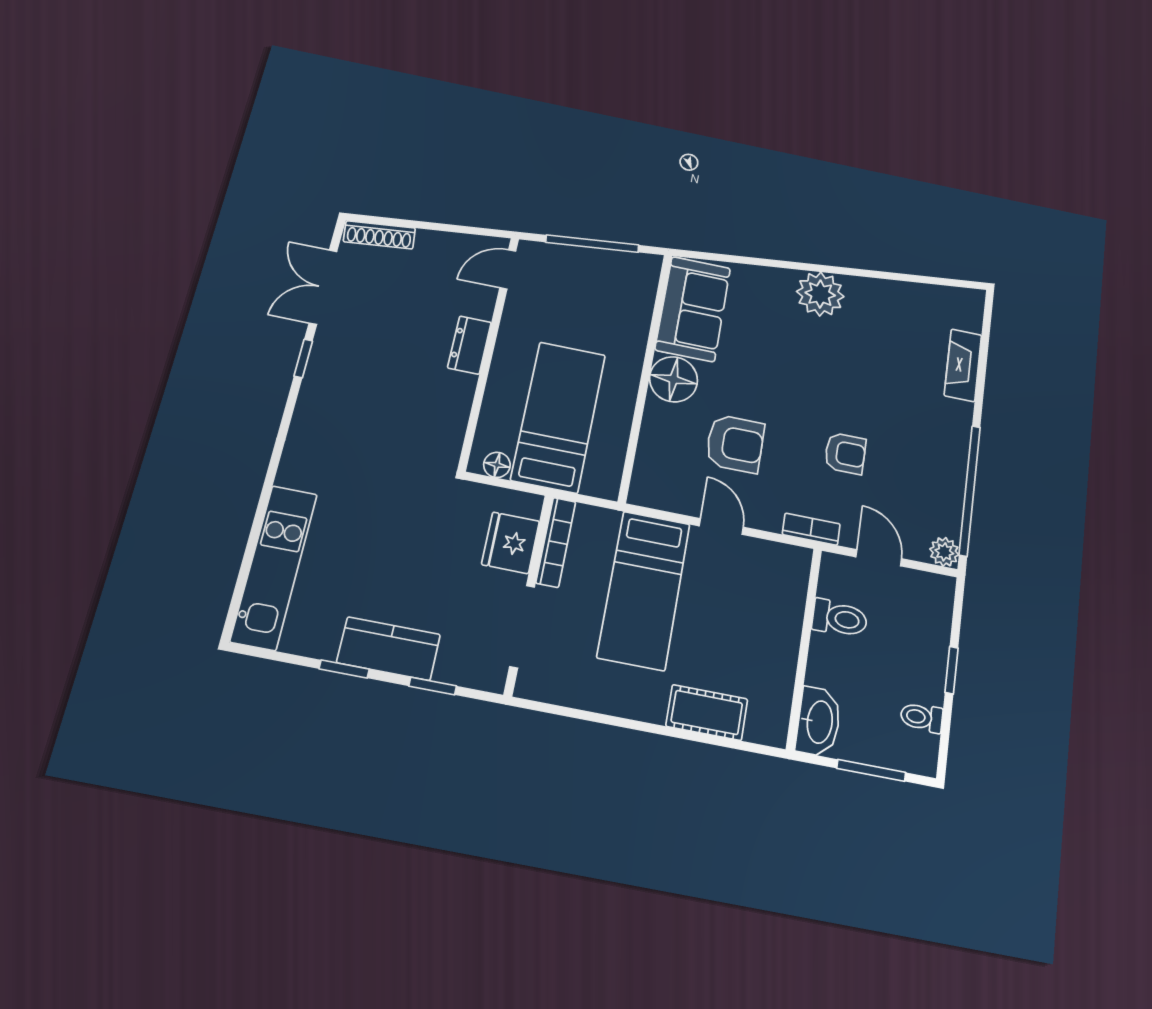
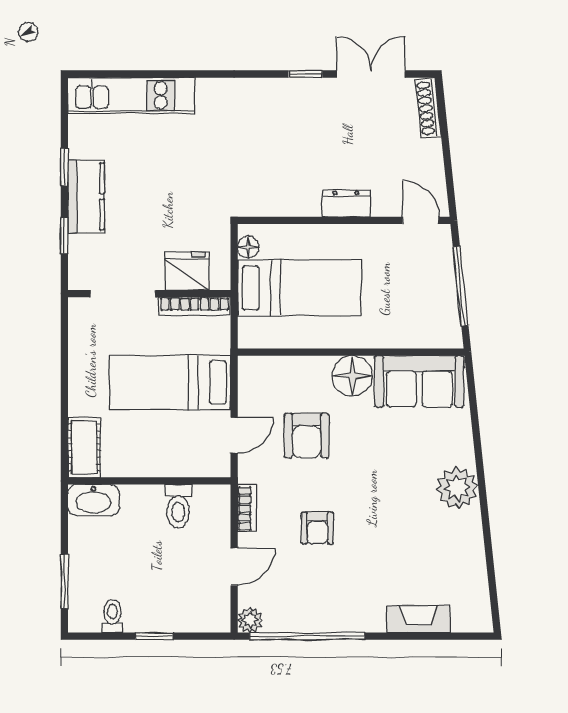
toilet: (840, 618) -> (178, 506), moved
wall: (804, 648) -> (149, 481), moved
washbasin: (819, 722) -> (94, 500), moved

